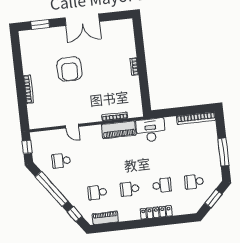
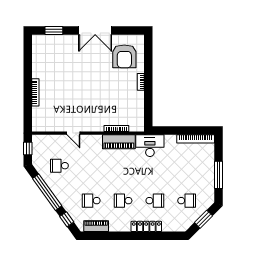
armchair: (69, 69) -> (124, 56), moved
school desk: (194, 182) -> (187, 201), turned 180

